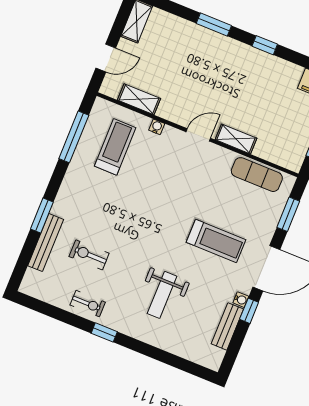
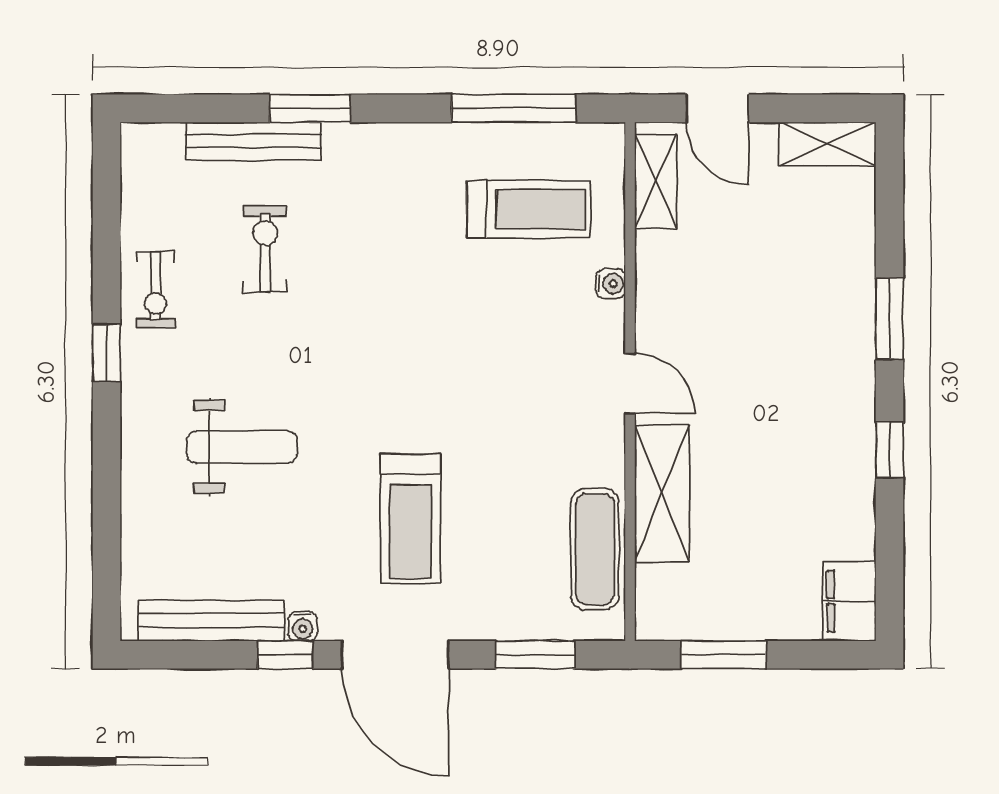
shelving: (139, 99) -> (656, 181), moved
shelving: (236, 139) -> (662, 494), width x1.50, depth x1.33
weight bench: (162, 295) -> (242, 447), turned 180
bench: (227, 326) -> (211, 621), width x1.36

